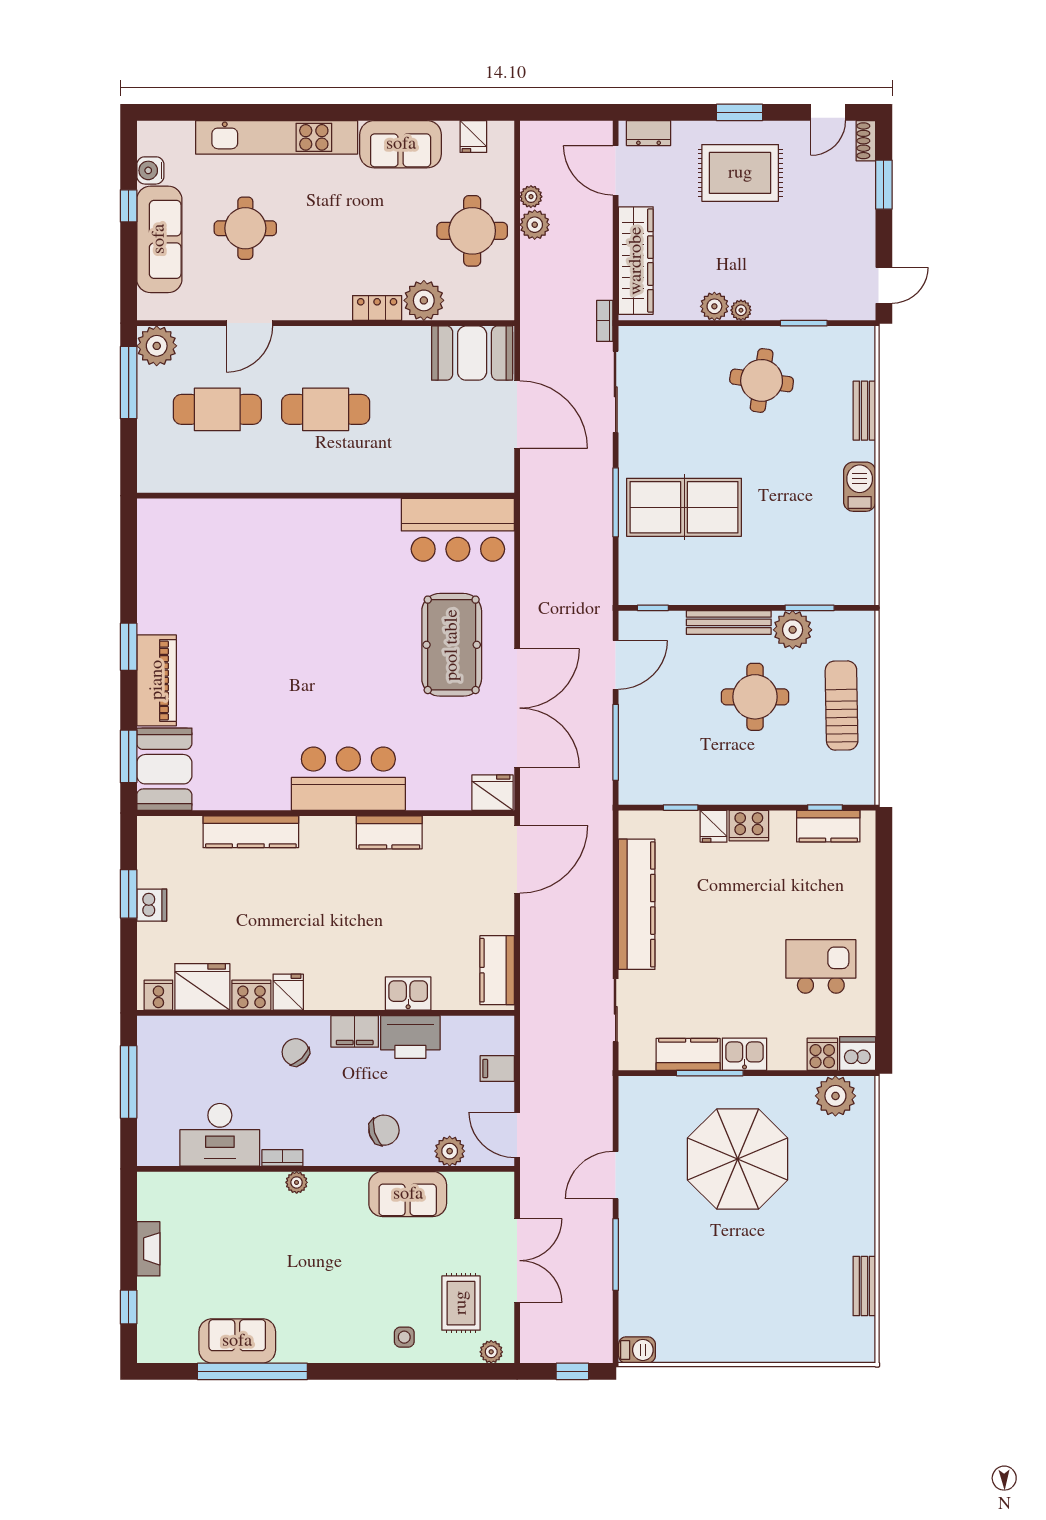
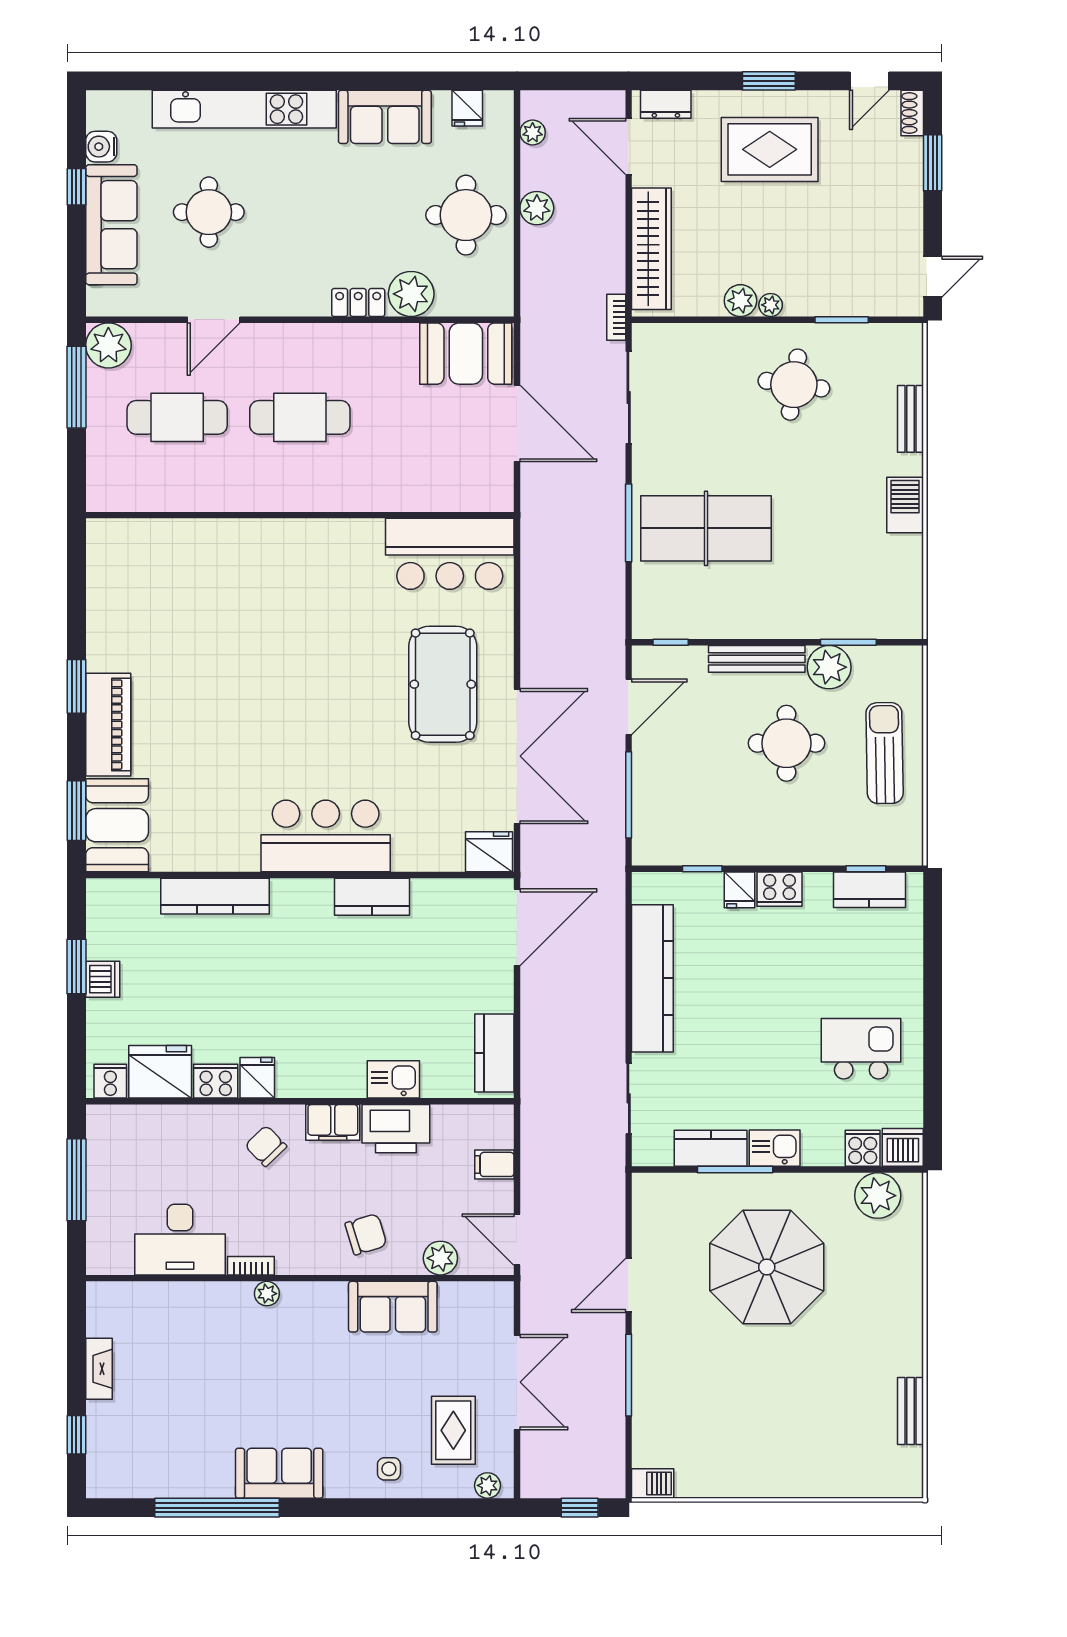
plant: (531, 197) -> (533, 133), moved
sofa: (237, 1341) -> (279, 1473), moved

